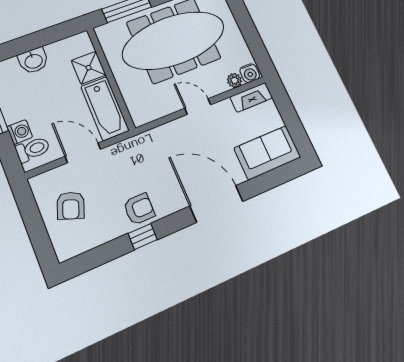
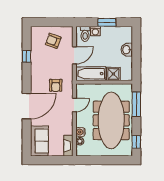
water cooler: (250, 73) -> (80, 132), moved
door: (198, 106) -> (74, 105), moved
armchair: (139, 209) -> (56, 85), moved
window: (143, 237) -> (27, 56), moved

